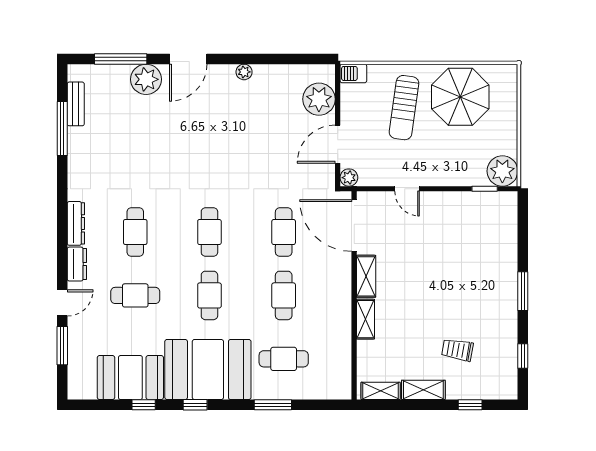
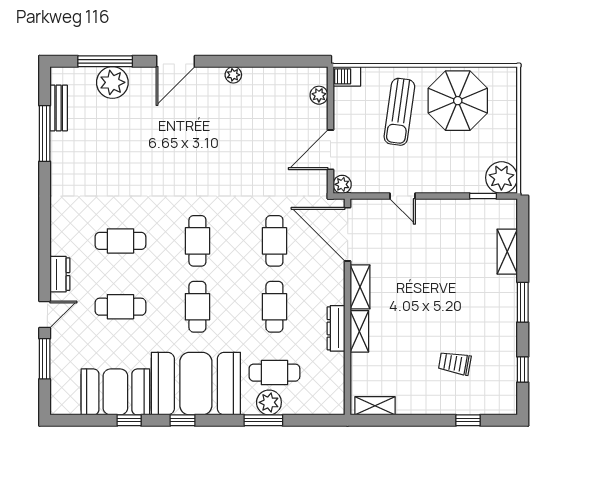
plant: (146, 79) -> (112, 82), moved
plant: (319, 99) -> (319, 95), width x0.53, depth x0.53
dresser: (76, 223) -> (336, 328), moved, turned 180
cafe table: (135, 232) -> (120, 241), turned 90
plant: (278, 388) -> (269, 402), added
shelving: (423, 390) -> (507, 252), moved, turned 90

